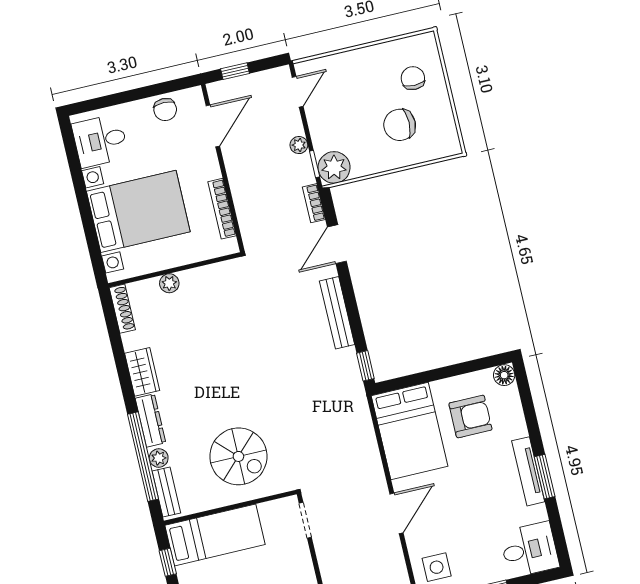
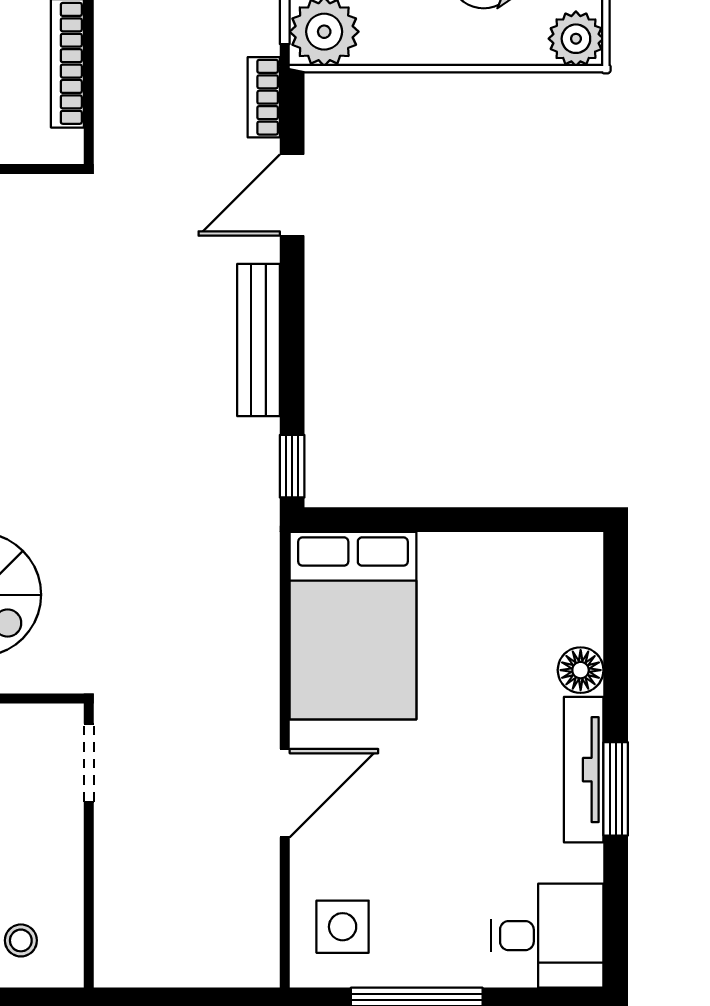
plant: (448, 144) -> (576, 39), added
floor lamp: (504, 375) -> (581, 670), moved
armchair: (470, 416) -> (489, 625), removed

